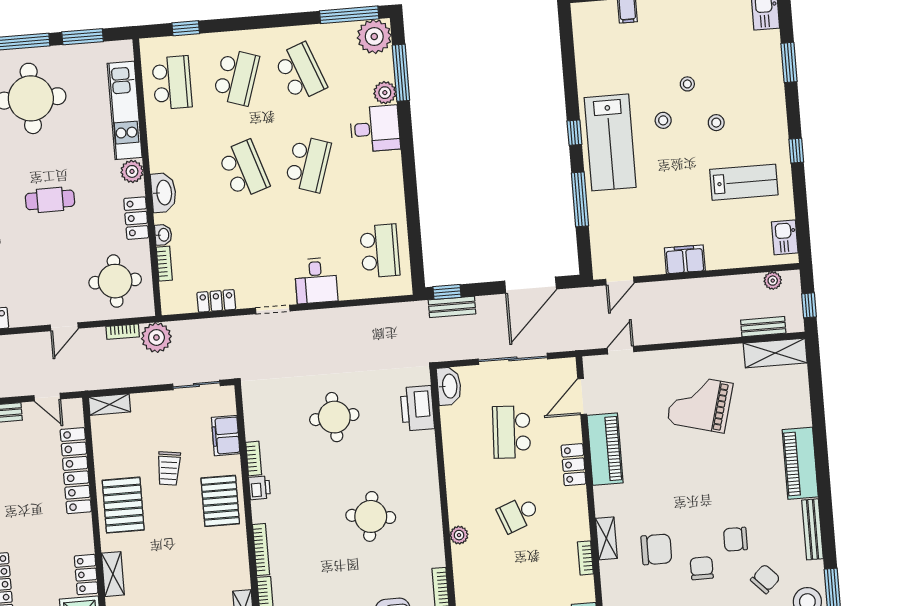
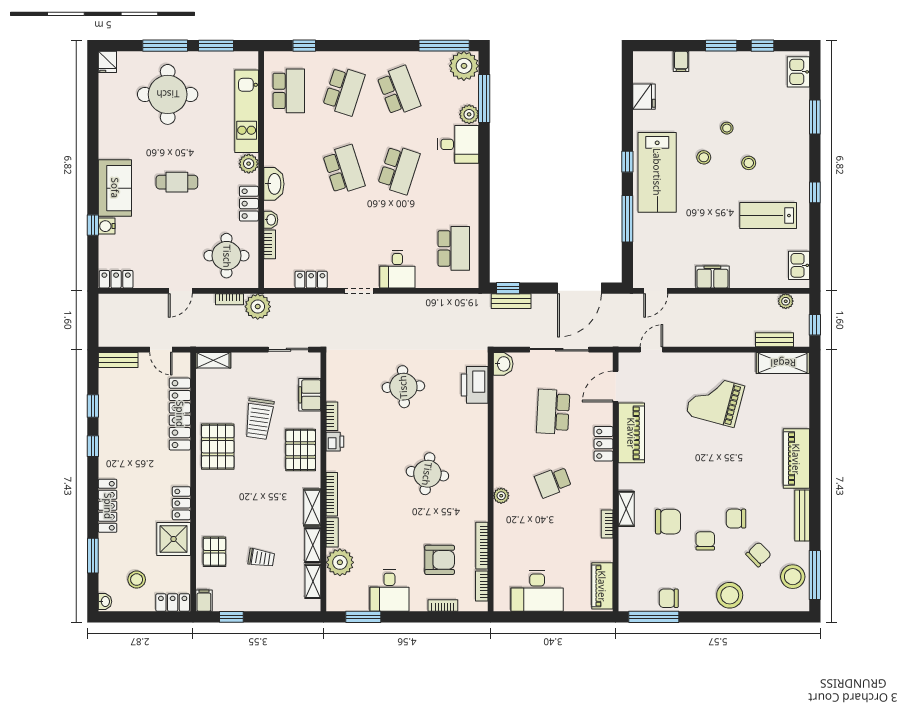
fridge: (588, 55) -> (644, 97), added
lab bench: (744, 182) -> (768, 216), turned 180
washbasin: (449, 386) -> (503, 364), width x0.72
trolley: (169, 468) -> (259, 419), width x1.36, depth x1.39
shelving: (113, 574) -> (312, 507), moved

